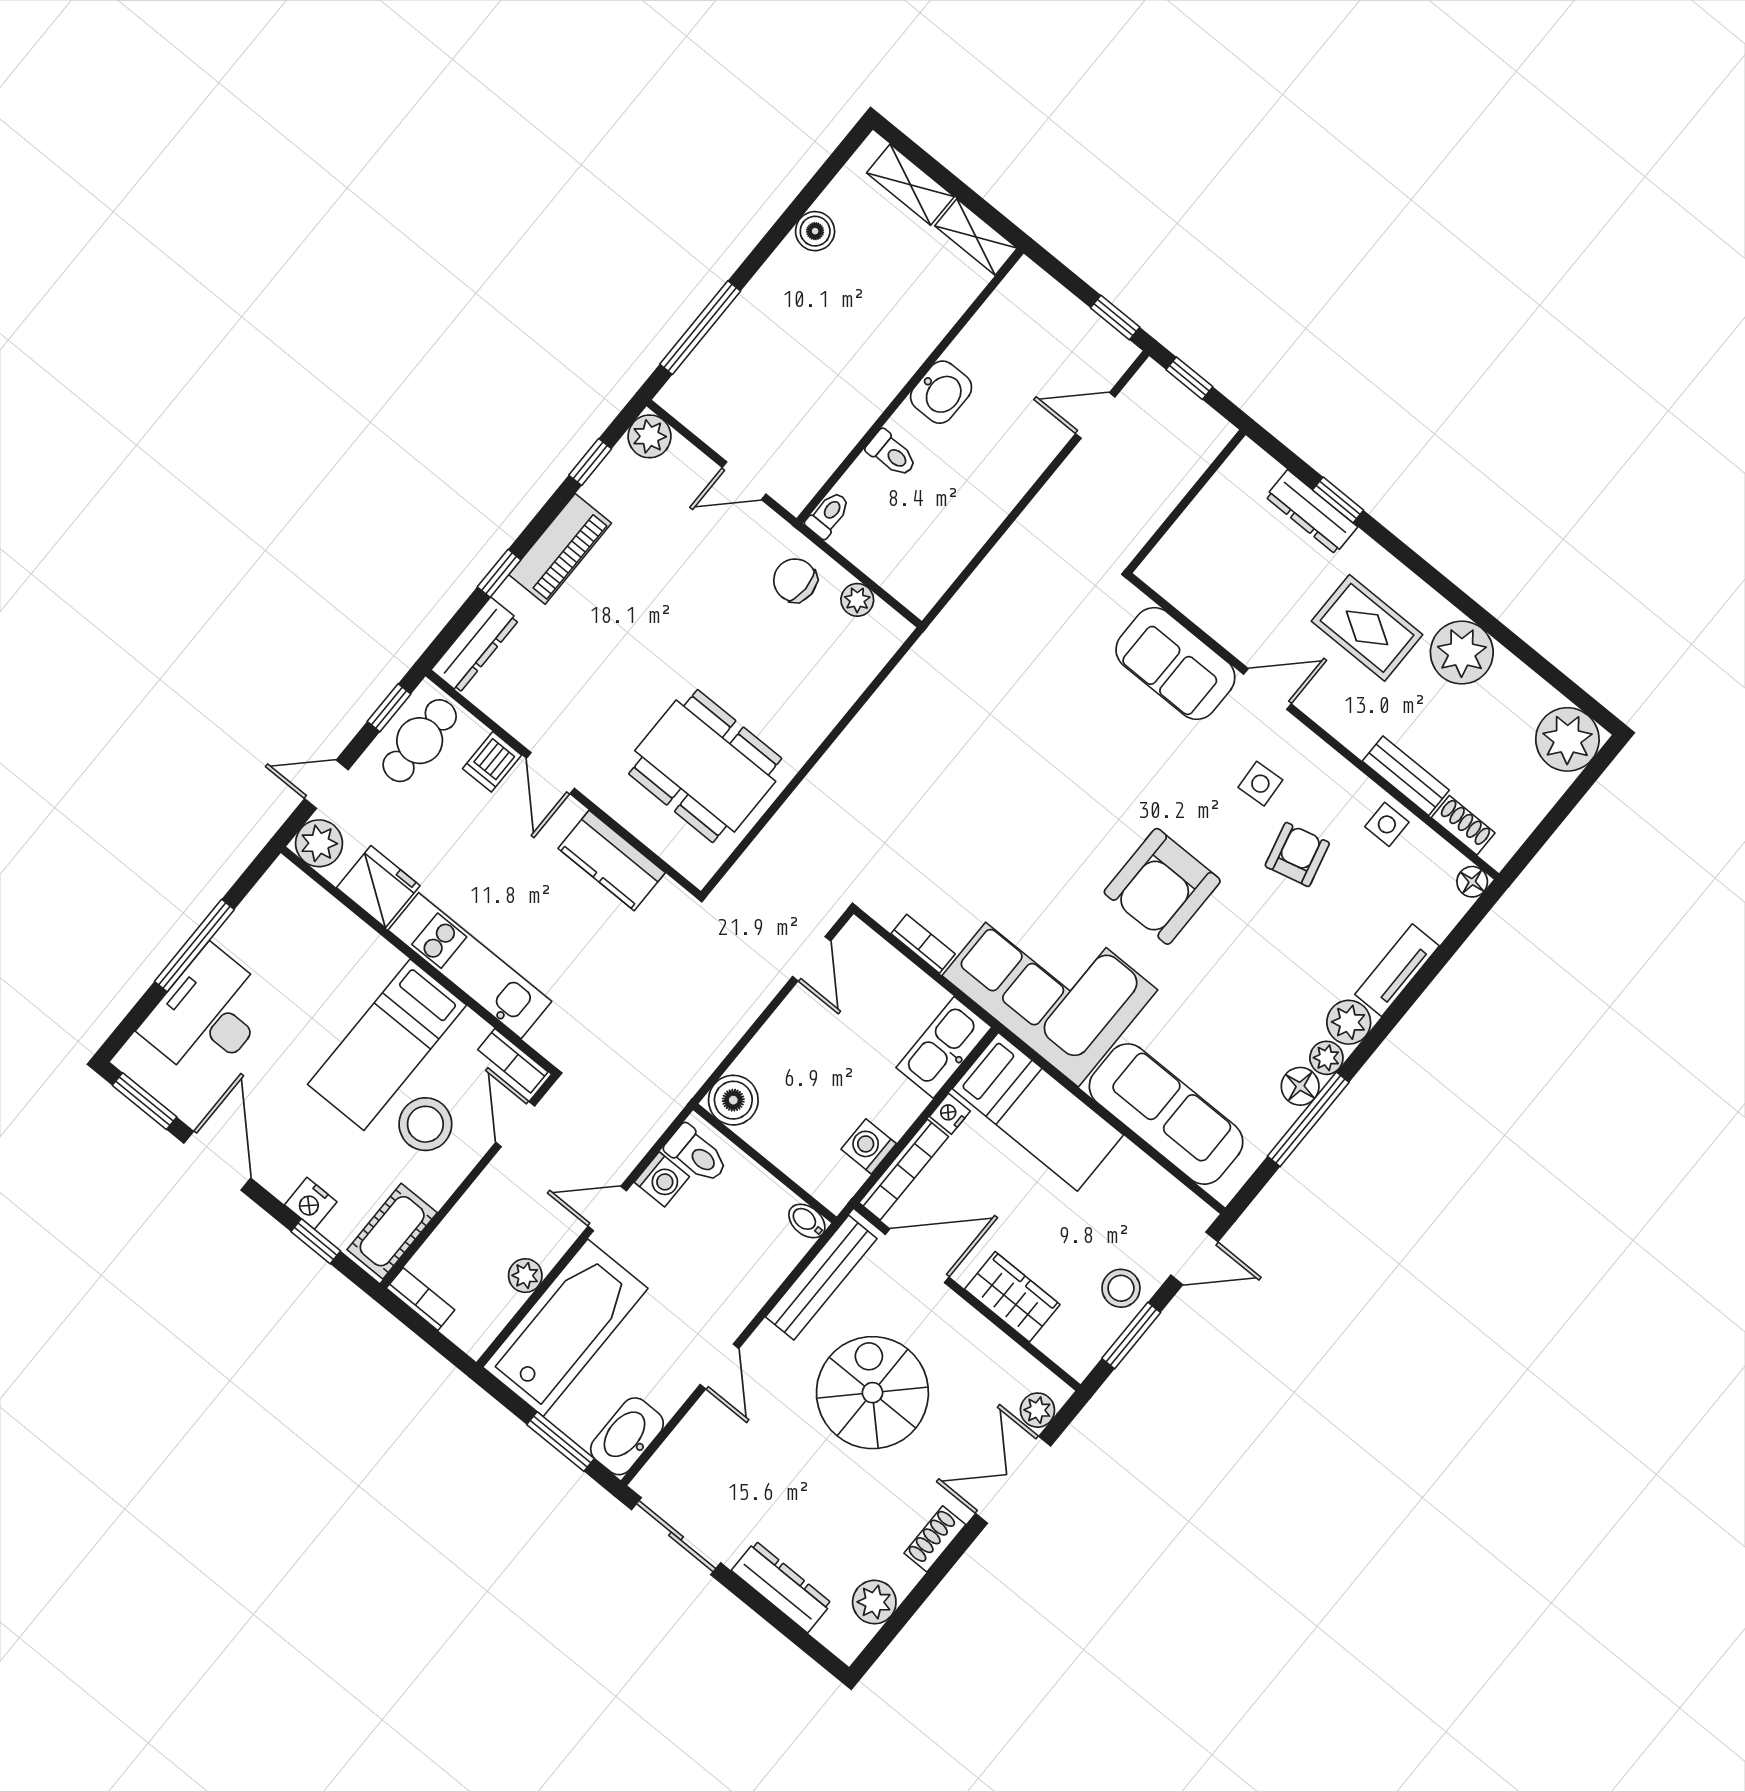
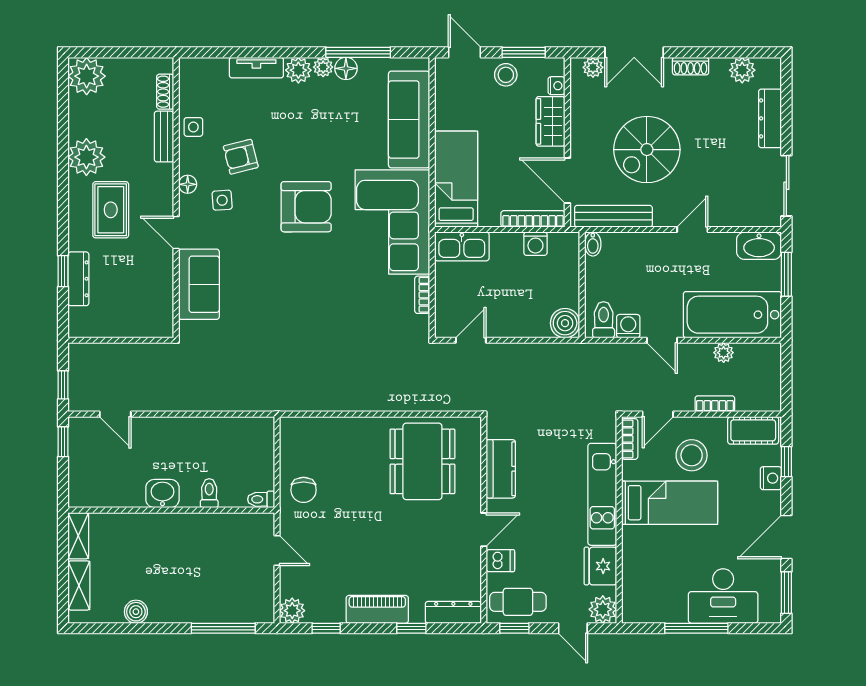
plant: (857, 600) -> (289, 454), removed
floor lamp: (1472, 882) -> (188, 184), moved
nightstand: (950, 1114) -> (557, 86), moved, turned -90
bookcase: (421, 1299) -> (715, 404), moved, turned 90

